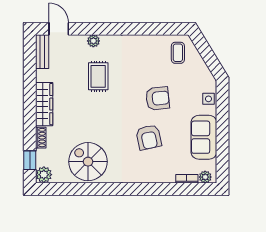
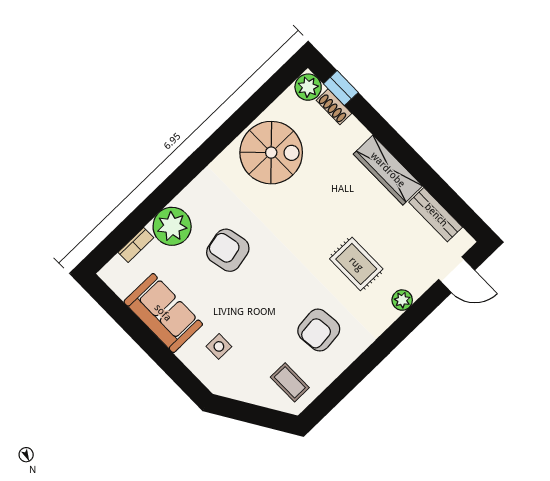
bench: (42, 52) -> (436, 215), moved
armchair: (158, 98) -> (319, 330), moved
side table: (208, 99) -> (219, 346), moved
shoe rack: (41, 138) -> (334, 107), moved
plant: (205, 177) -> (172, 226), moved, width x1.88, depth x1.88

